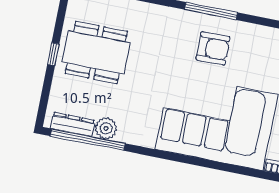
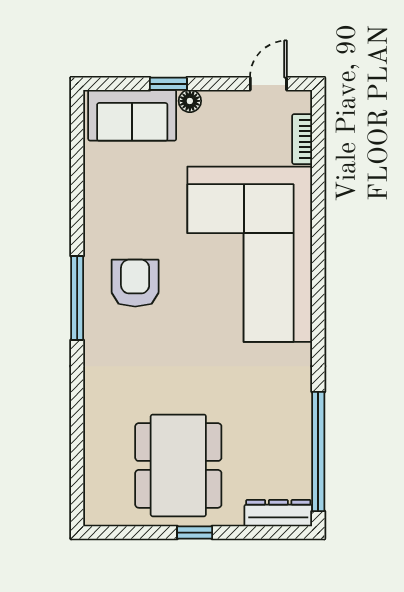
dresser: (73, 124) -> (278, 513), moved, turned 90
plant: (106, 128) -> (295, 426), removed

